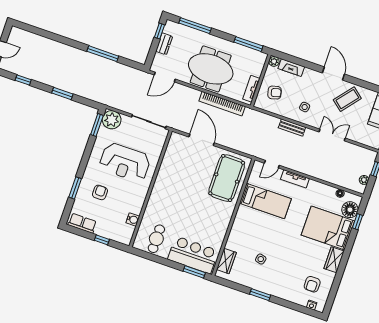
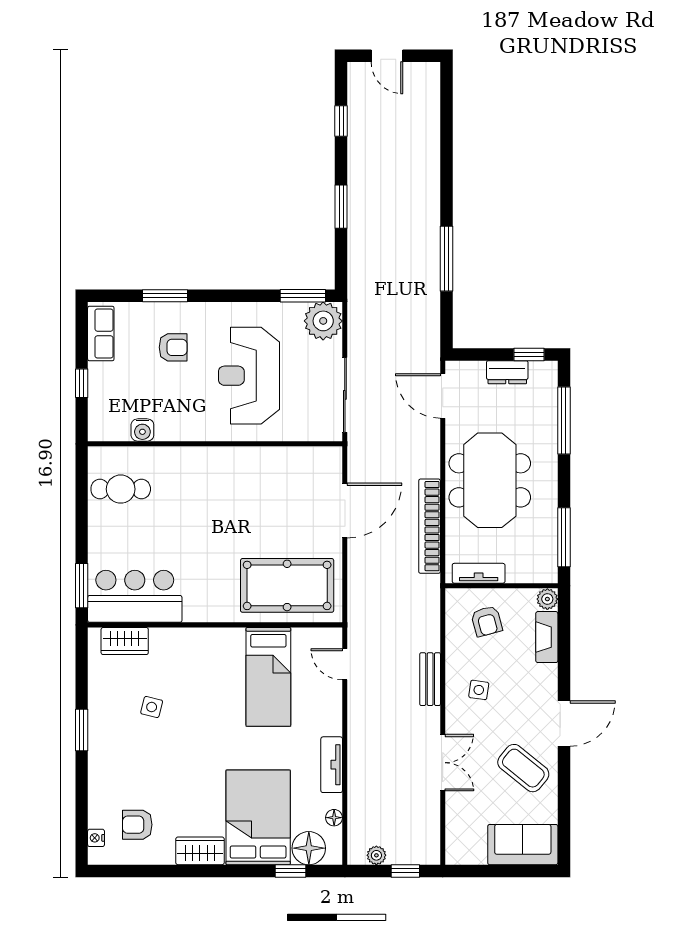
tv unit: (295, 179) -> (332, 765), moved
bar counter: (193, 255) -> (135, 596), moved, turned -90

